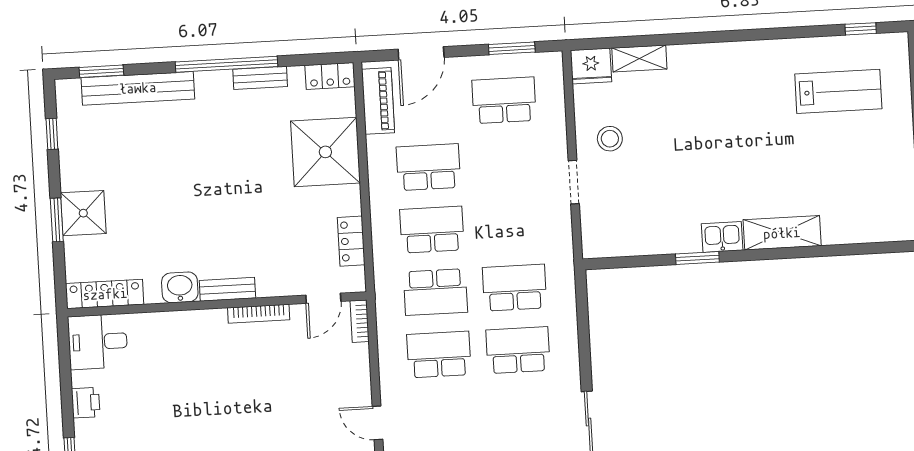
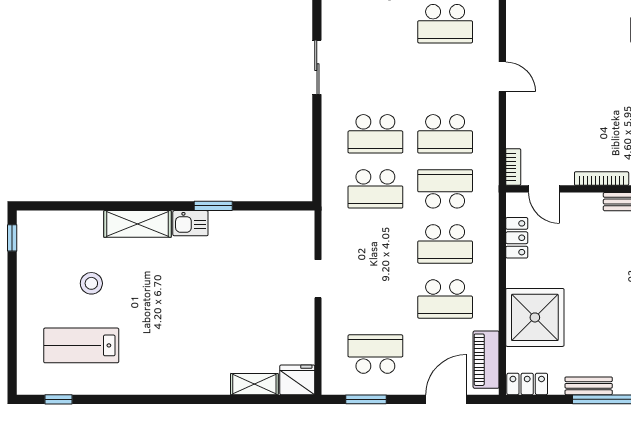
school desk: (504, 100) -> (375, 354), turned 180
stool: (610, 139) -> (91, 283), moved
door: (323, 298) -> (544, 189), swing flipped

